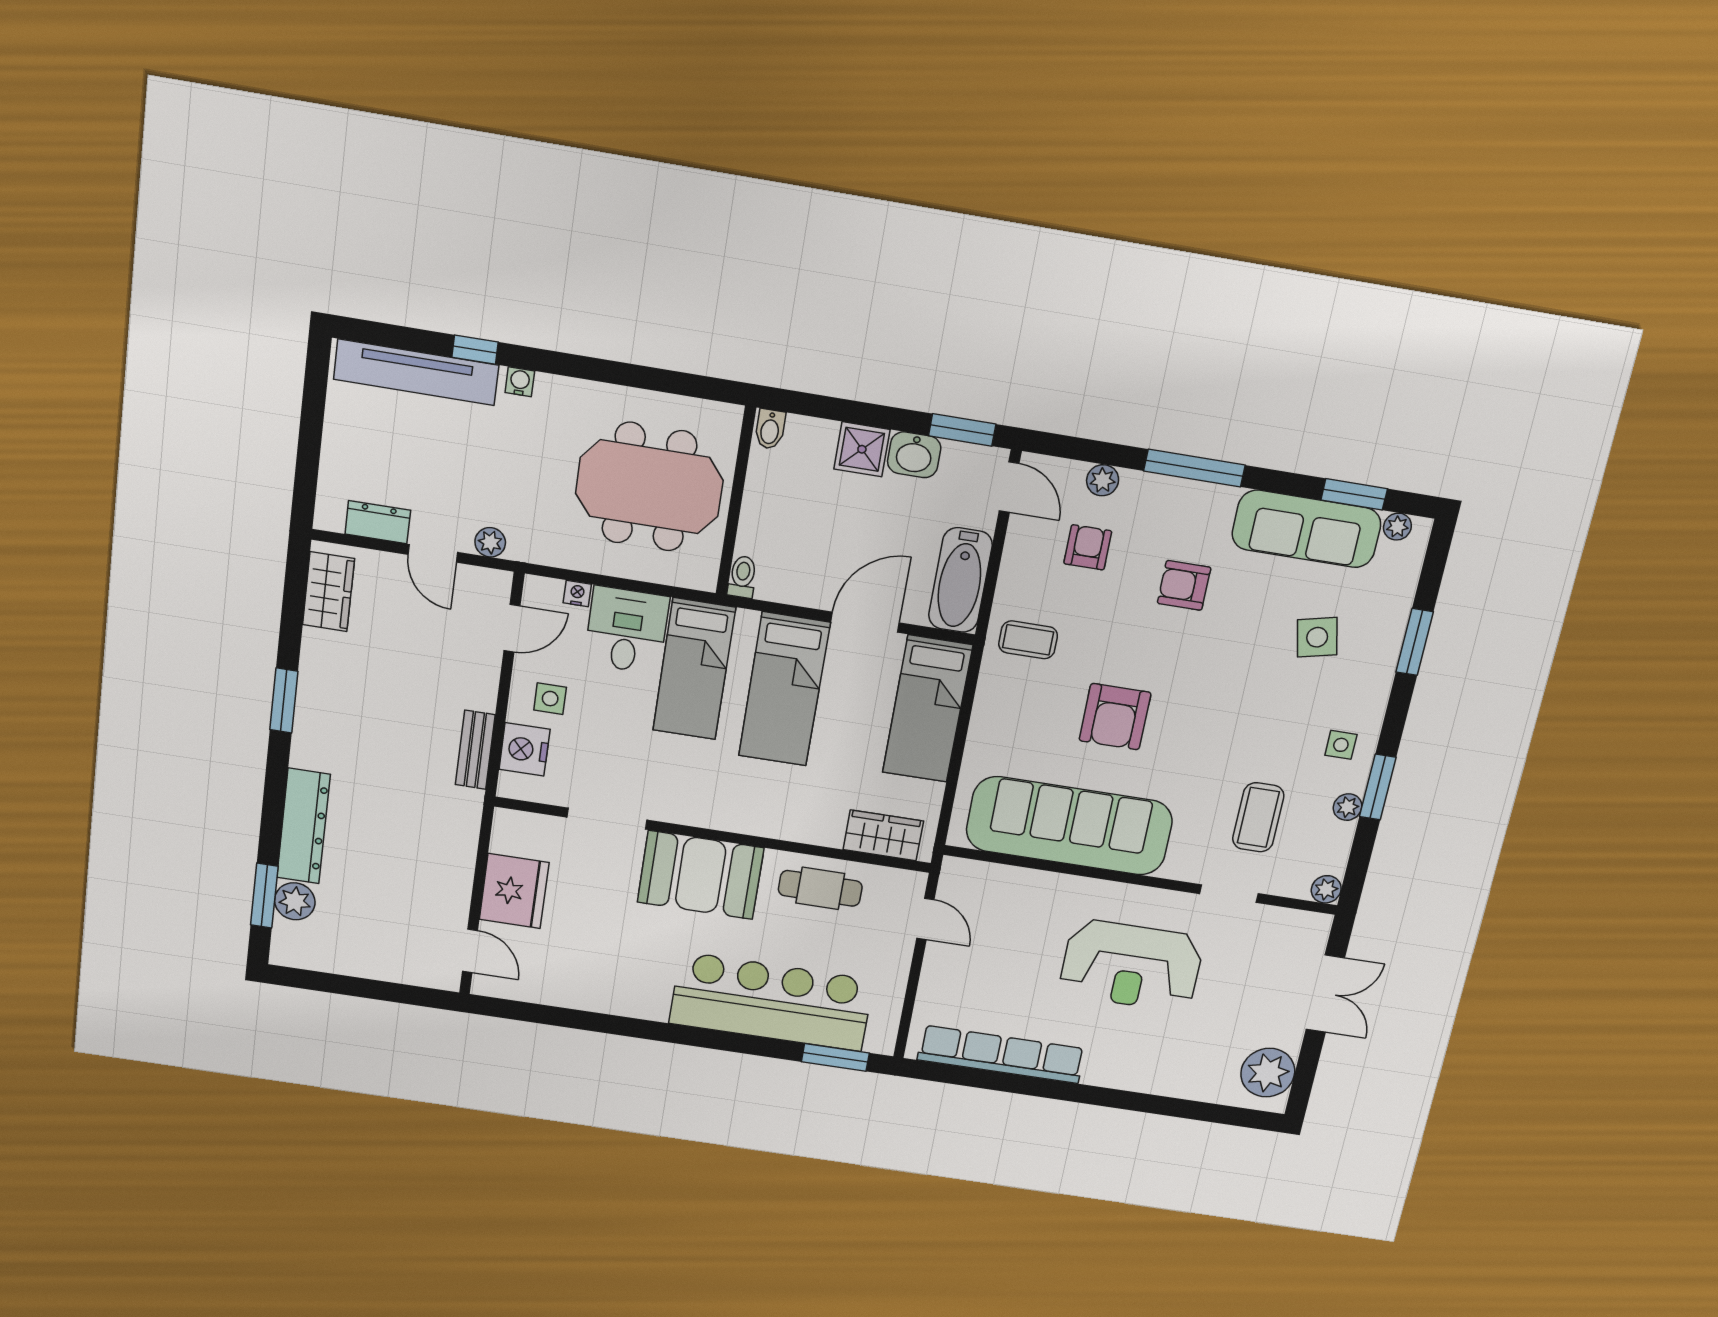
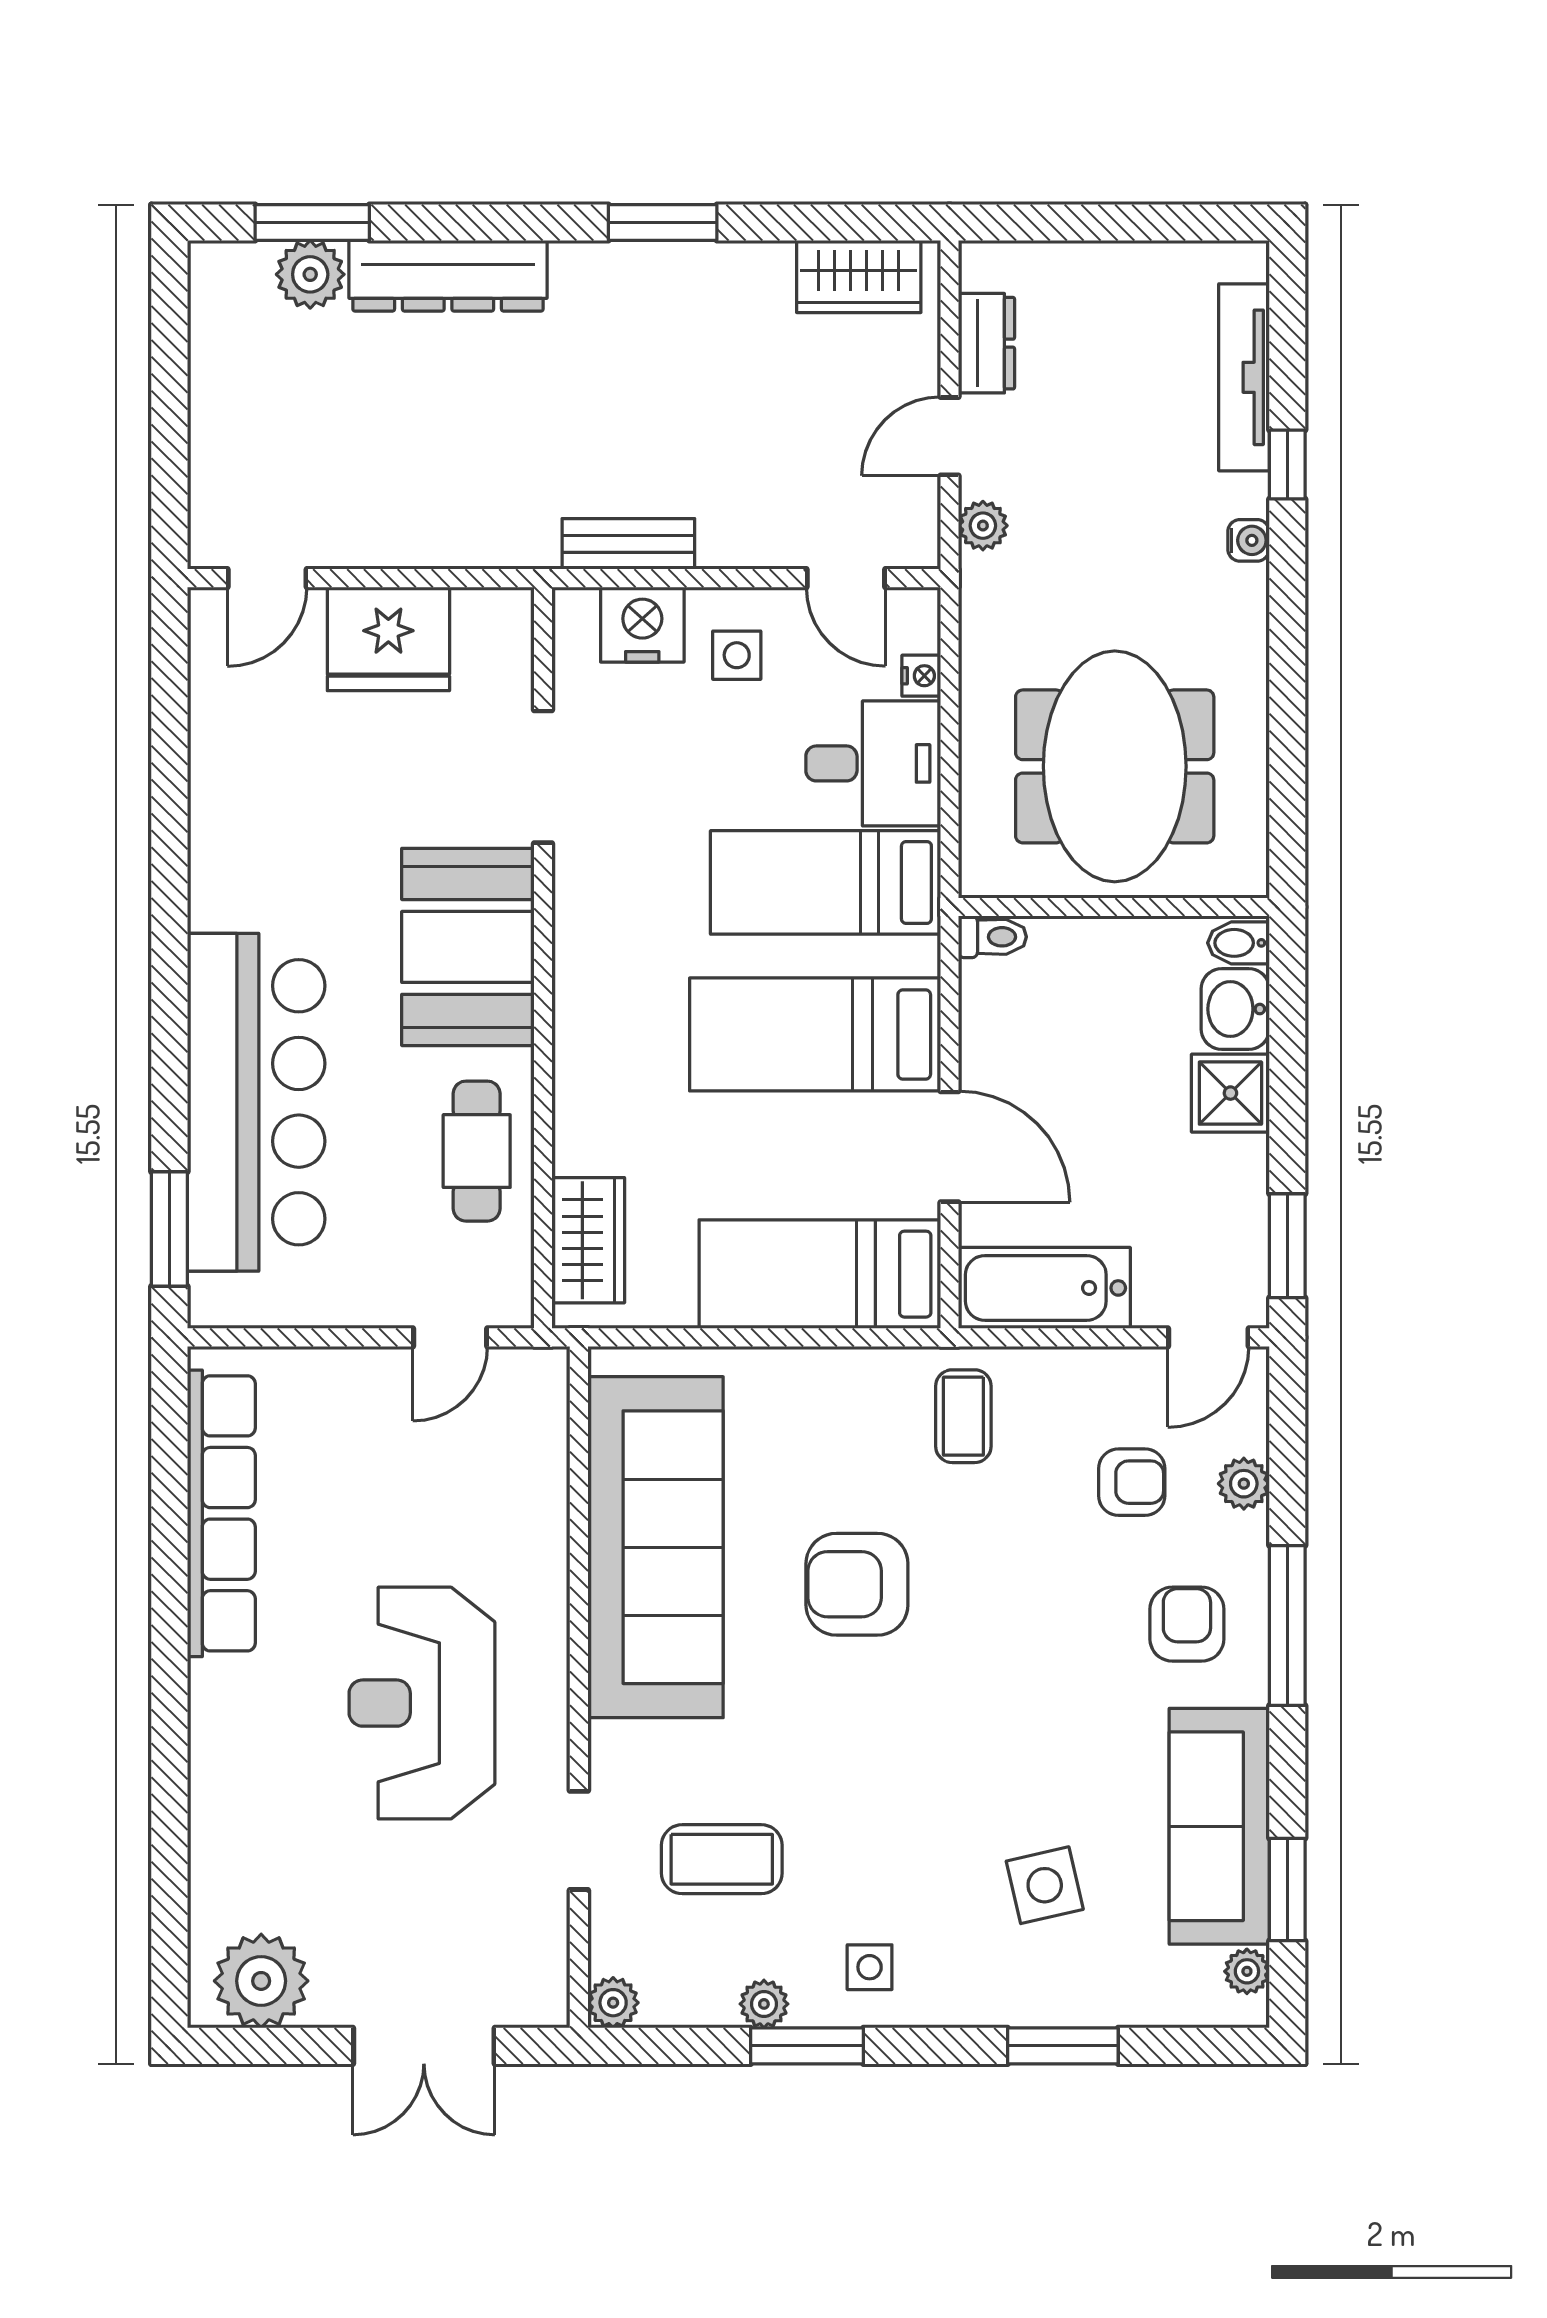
tv unit: (416, 372) -> (1244, 377), width x0.73, depth x0.78
washbasin: (914, 455) -> (1235, 1009), moved
armchair: (1184, 585) -> (1187, 1624), moved

